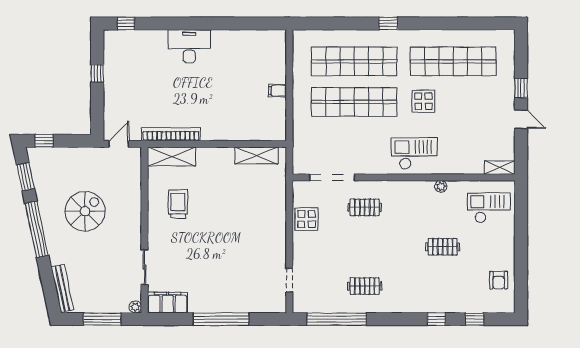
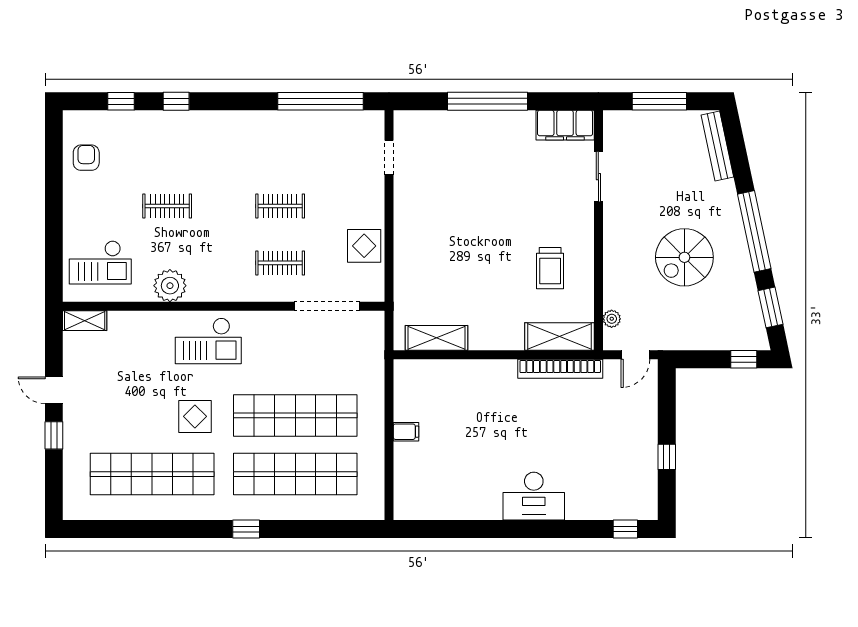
plant: (441, 186) -> (170, 286), width x1.88, depth x1.88
clothes rail: (365, 286) -> (280, 206), moved
plant: (135, 307) -> (612, 319), moved

